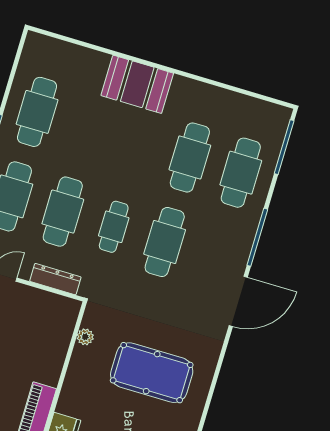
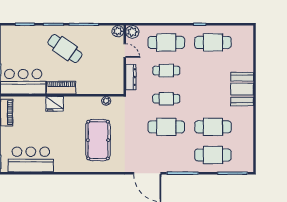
cafe table: (63, 212) -> (166, 71), width x0.73, depth x0.74

